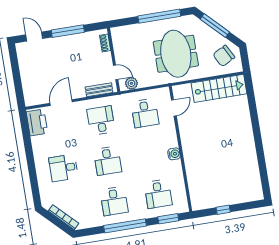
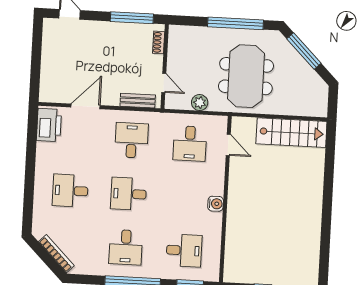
window: (68, 31) -> (132, 18), moved
chair: (224, 56) -> (307, 92), removed
plant: (131, 83) -> (200, 103), moved
door: (174, 108) -> (228, 145), hinge flipped
desk: (108, 161) -> (129, 194), turned 90
desk: (158, 194) -> (184, 250), turned -90

